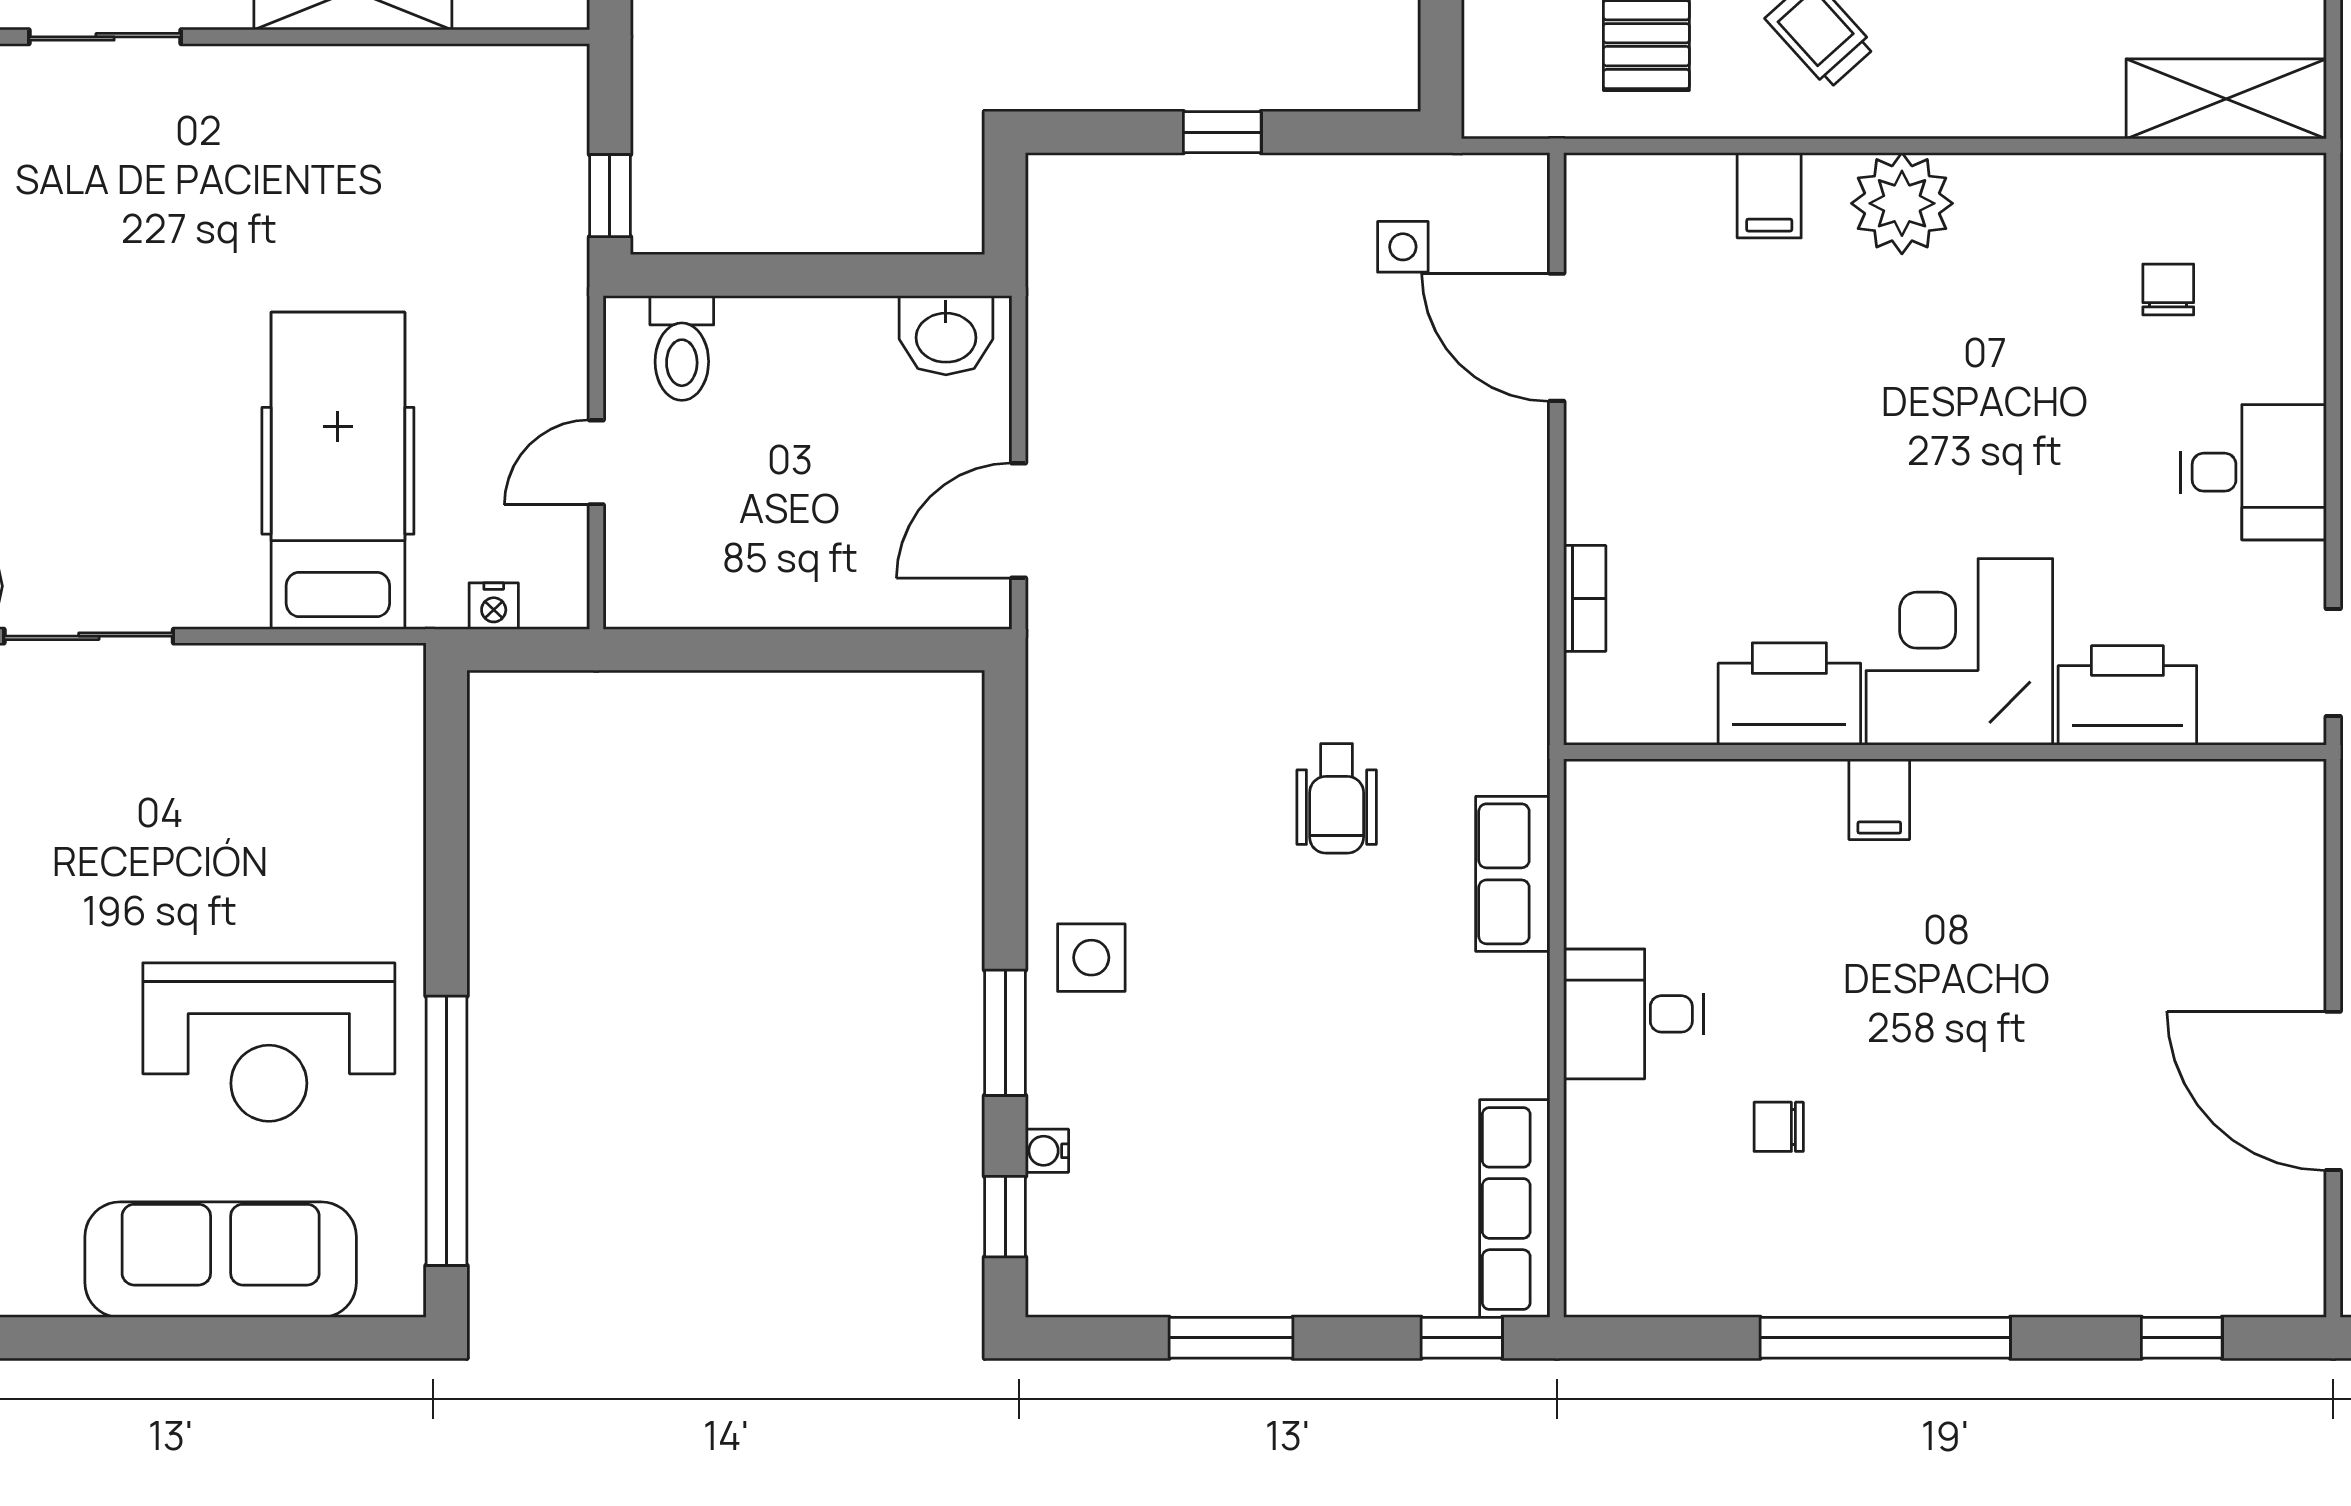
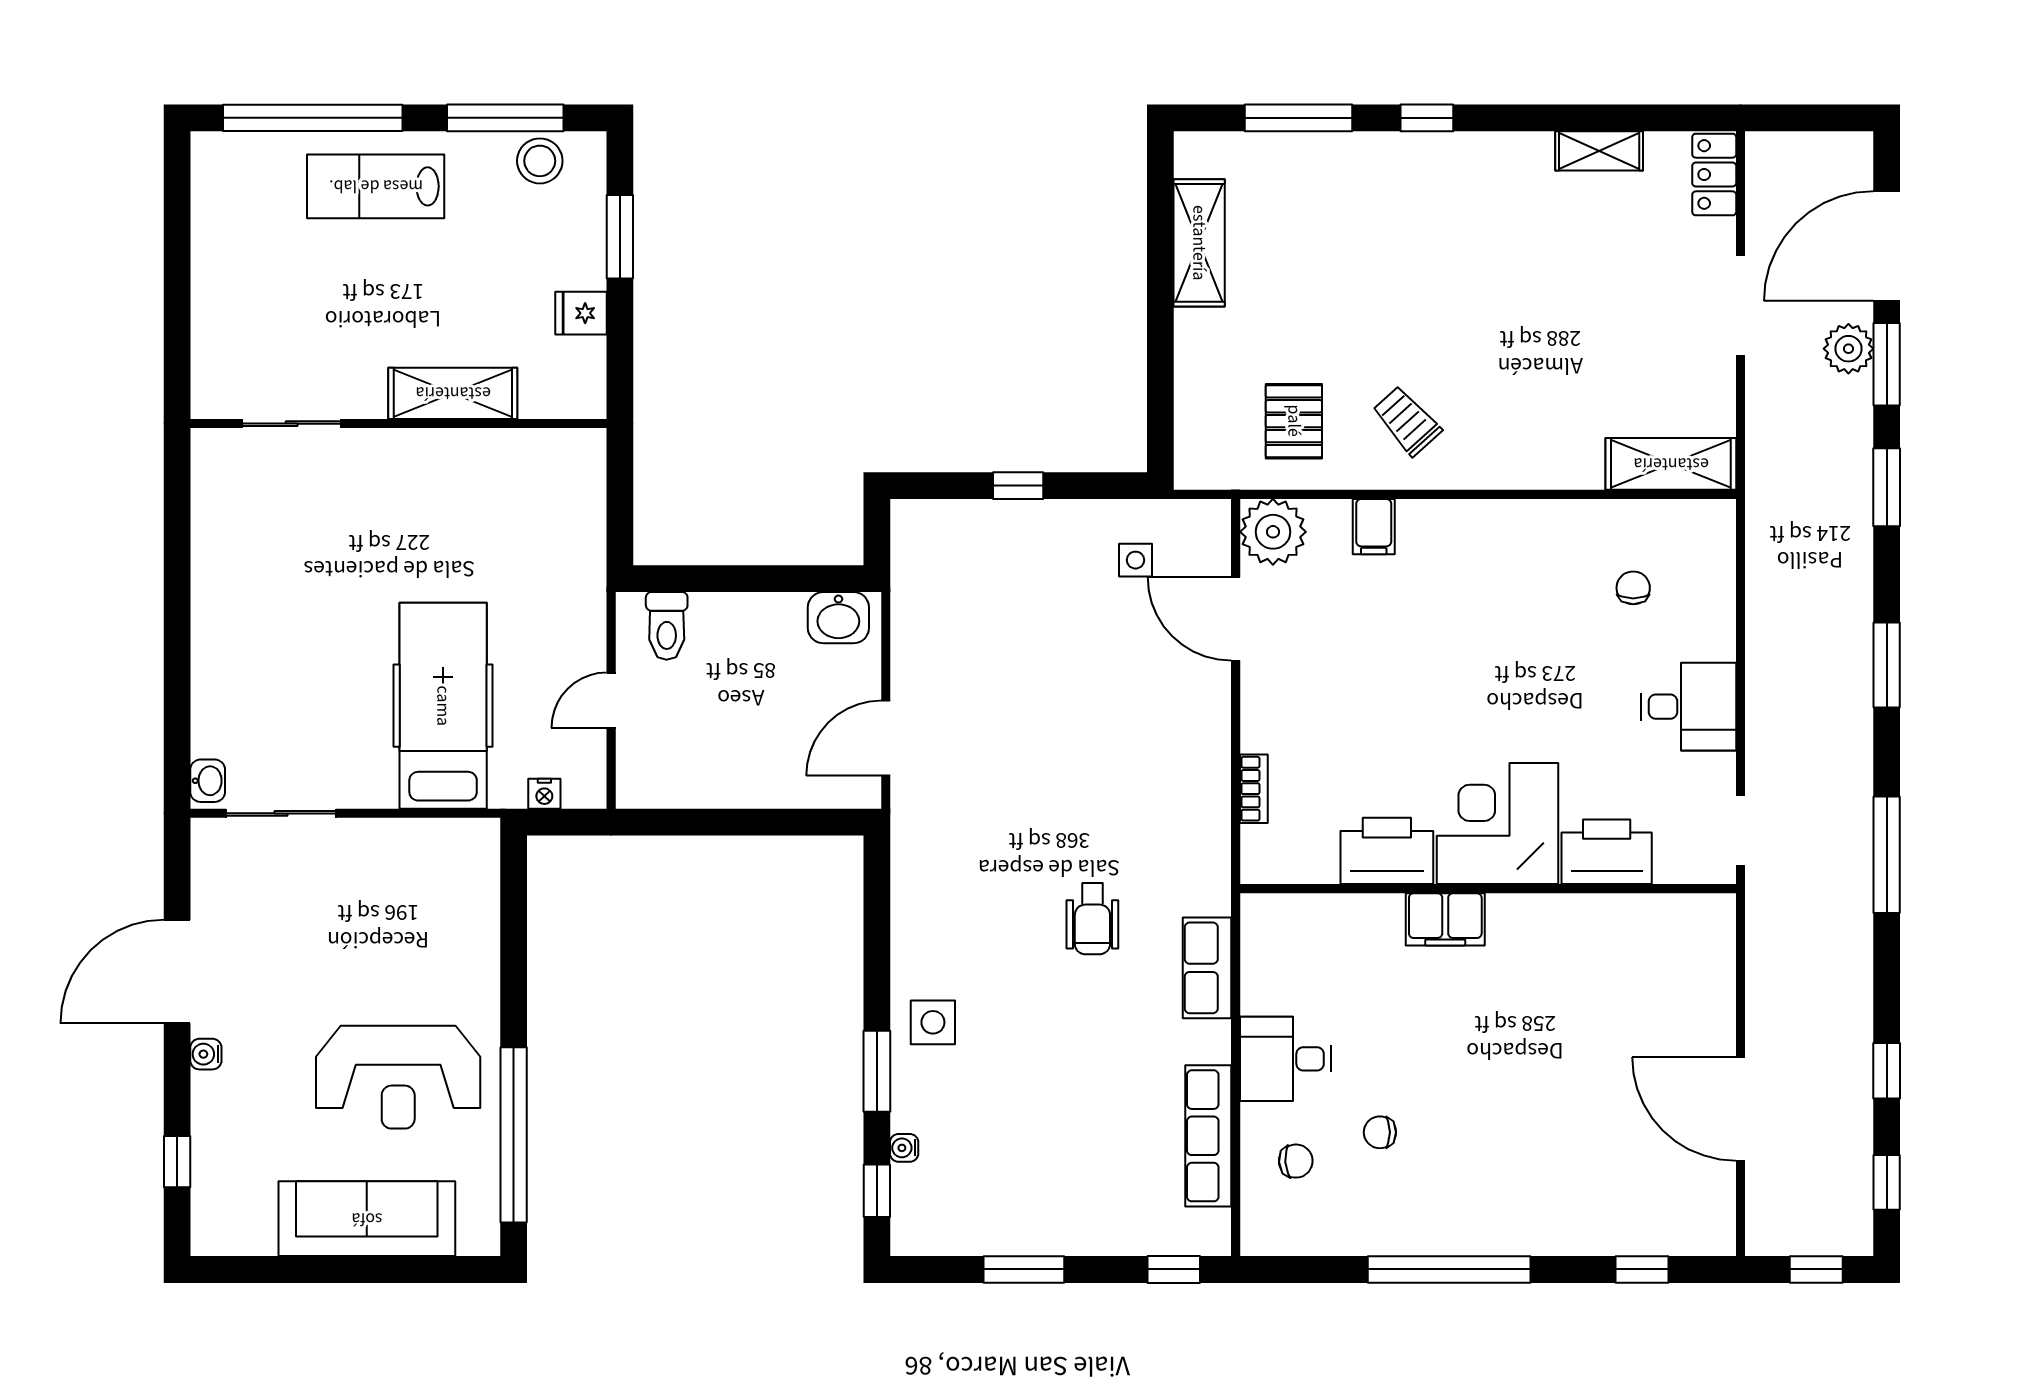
window: (610, 196) -> (620, 527), removed
plant: (1902, 203) -> (1273, 532), moved
filing cabinet: (1879, 799) -> (1445, 919), width x2.00
chair: (1649, 1171) -> (1296, 1161), added
row of seats: (1515, 1208) -> (1208, 1136), moved

